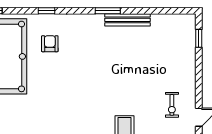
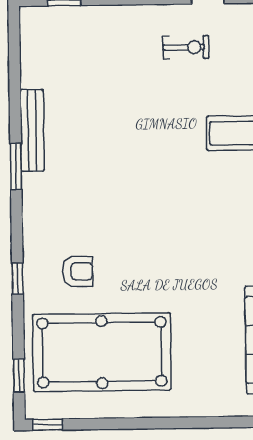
armchair: (50, 44) -> (78, 271), turned 180

